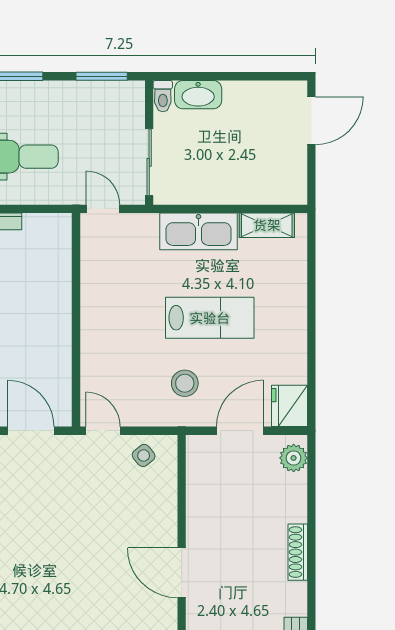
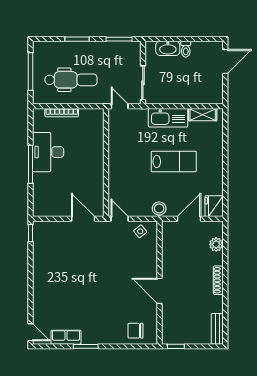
toilet: (163, 96) -> (186, 49), moved
stool: (185, 383) -> (159, 208), moved
plant: (294, 458) -> (216, 244), moved

